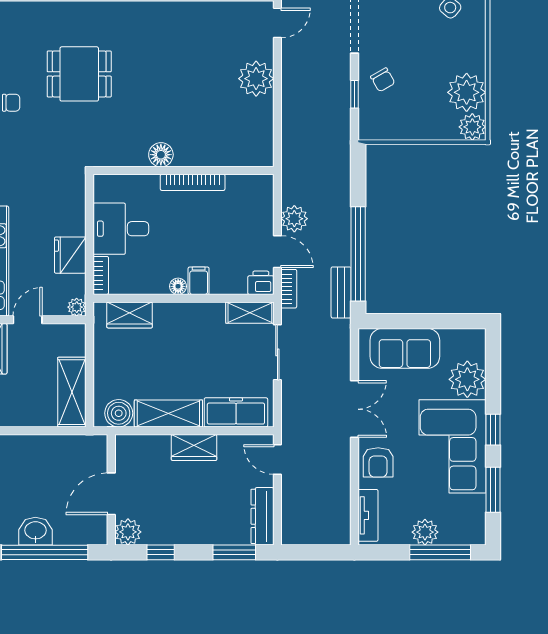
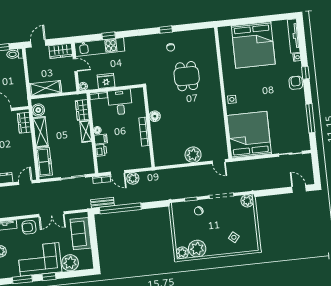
door: (277, 252) -> (117, 173), hinge flipped
printer: (261, 283) -> (101, 150), moved
shelving: (250, 313) -> (86, 131), moved
wardrobe: (194, 447) -> (24, 123), moved

